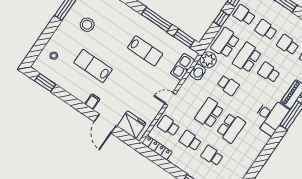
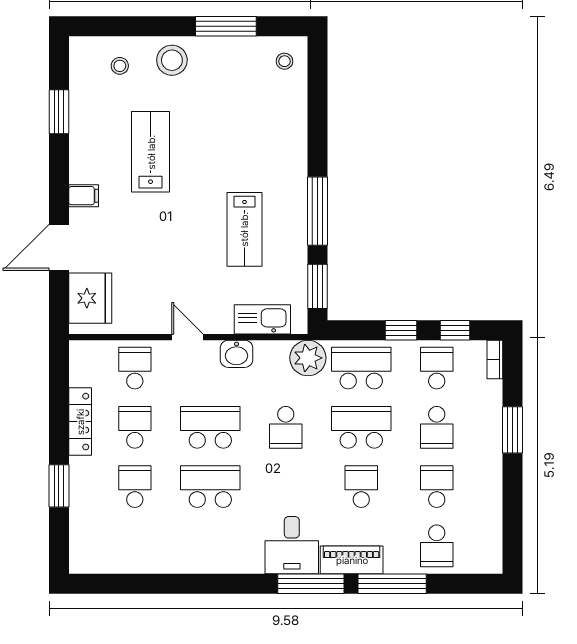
stool: (87, 25) -> (172, 60), moved
school desk: (266, 30) -> (437, 427), turned 180
washbasin: (198, 72) -> (237, 354), moved
window: (45, 83) -> (59, 112), moved
desk: (270, 116) -> (292, 545), width x0.73
school desk: (231, 128) -> (210, 487), turned 180
locker: (157, 147) -> (80, 422), moved

